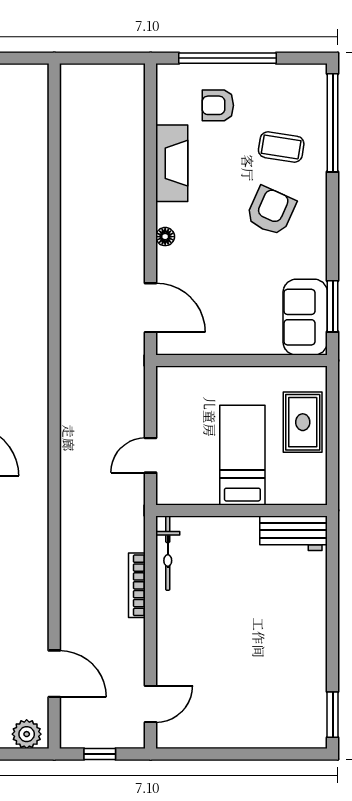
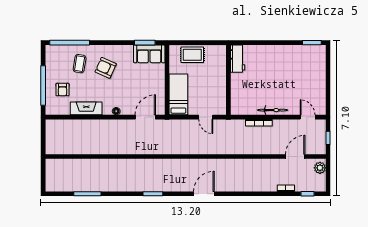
bed: (242, 455) -> (178, 94), moved, turned 90
bicycle: (168, 553) -> (273, 110), moved

